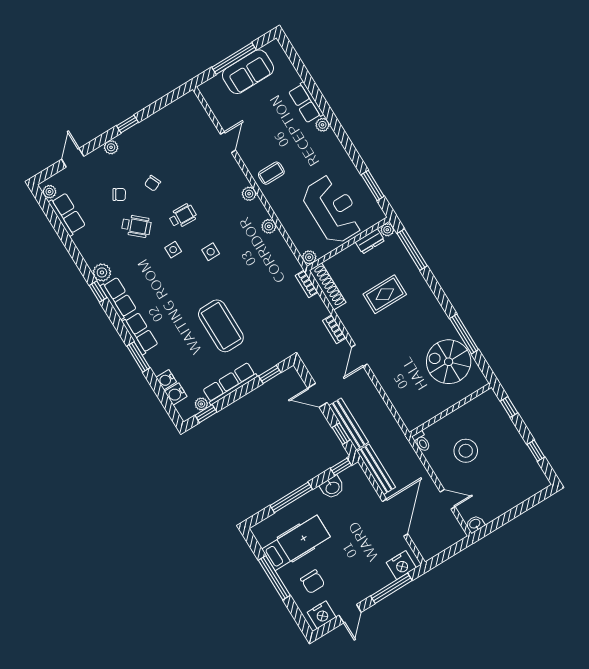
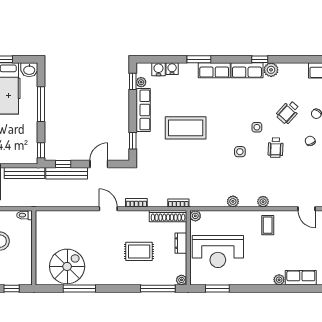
dresser: (370, 241) -> (181, 243), moved
rug: (385, 294) -> (139, 251), turned 90
washbasin: (332, 487) -> (29, 70), moved, turned -90

